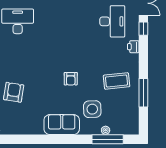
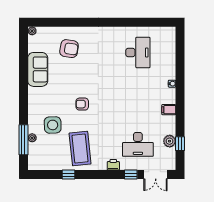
coffee table: (117, 81) -> (80, 149), width x1.36, depth x1.32
window: (143, 93) -> (69, 175), width x0.46
sofa: (62, 125) -> (38, 69), moved

